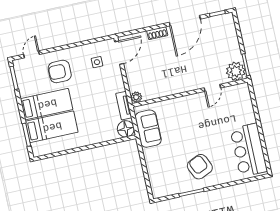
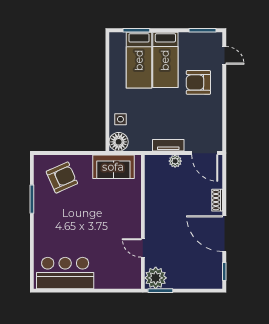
side table: (97, 62) -> (120, 119), moved
armchair: (60, 71) -> (198, 82), turned -90
plant: (136, 97) -> (175, 161), moved
tv unit: (124, 106) -> (168, 145), moved
armchair: (200, 167) -> (62, 177), moved

